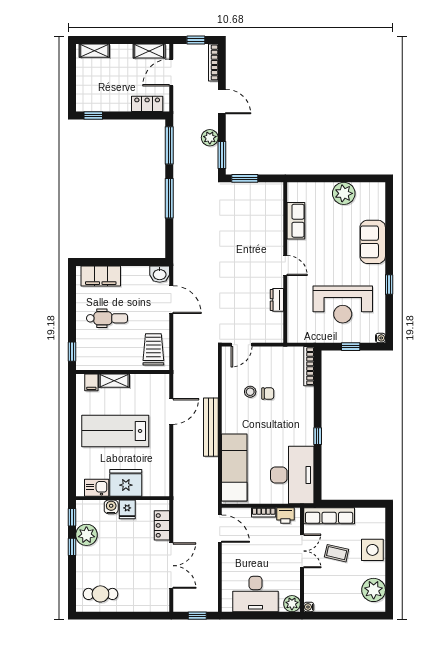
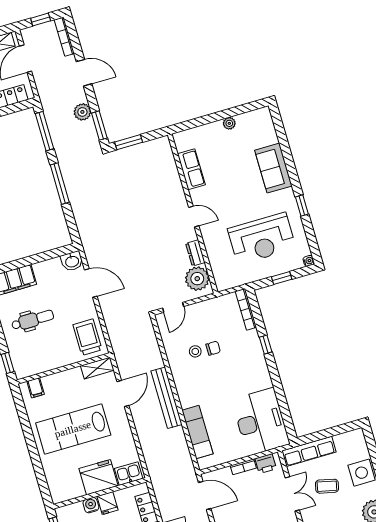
plant: (344, 193) -> (229, 123), width x0.53, depth x0.53
plant: (272, 324) -> (197, 279), added
shelving: (114, 381) -> (97, 368), moved
window: (318, 436) -> (266, 345), moved
exam couch: (234, 467) -> (197, 432), width x0.73, depth x0.69
kitchen sink: (97, 488) -> (129, 474), moved

